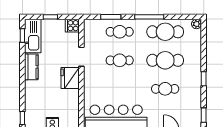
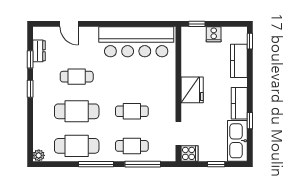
window: (111, 17) -> (143, 164), width x1.44
window: (22, 36) -> (250, 121), moved
doorway: (81, 57) -> (178, 133), moved
kitchen counter: (32, 102) -> (239, 61), added
dresser: (196, 110) -> (39, 51), added
window: (204, 115) -> (30, 59), moved

